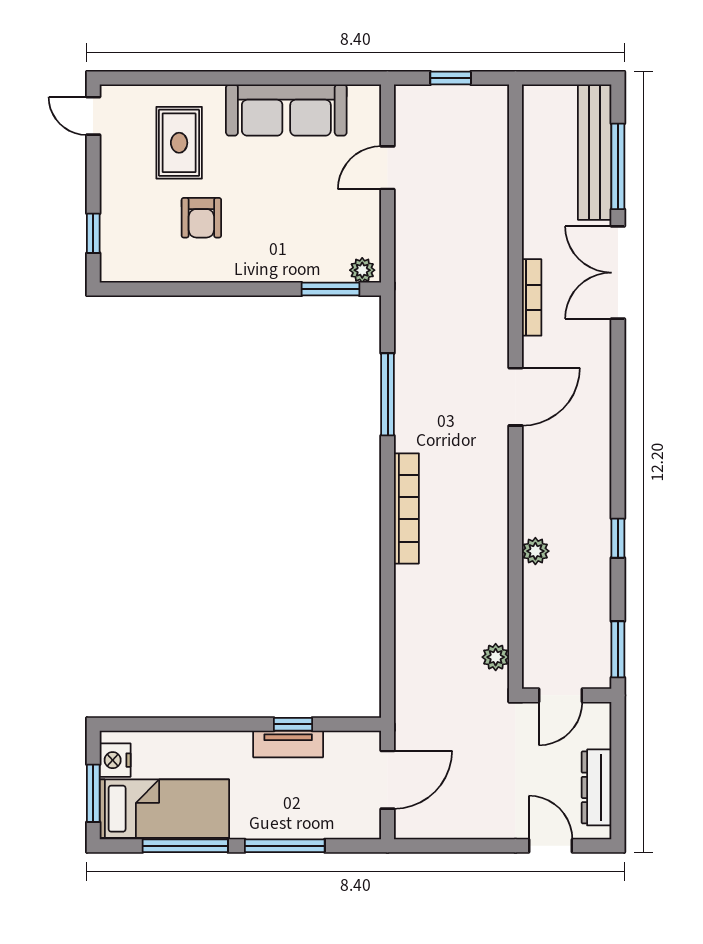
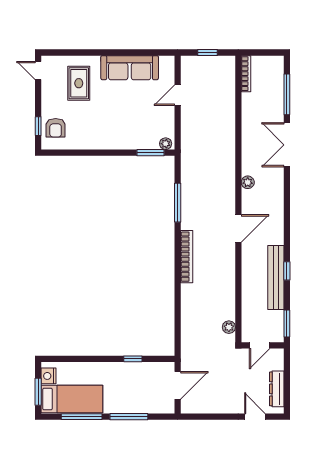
bench: (595, 152) -> (276, 278), moved
armchair: (201, 218) -> (56, 128), moved
bookcase: (532, 297) -> (246, 74), moved
door: (516, 397) -> (238, 228), moved
plant: (535, 551) -> (248, 182), moved
tv unit: (288, 744) -> (130, 368), removed

